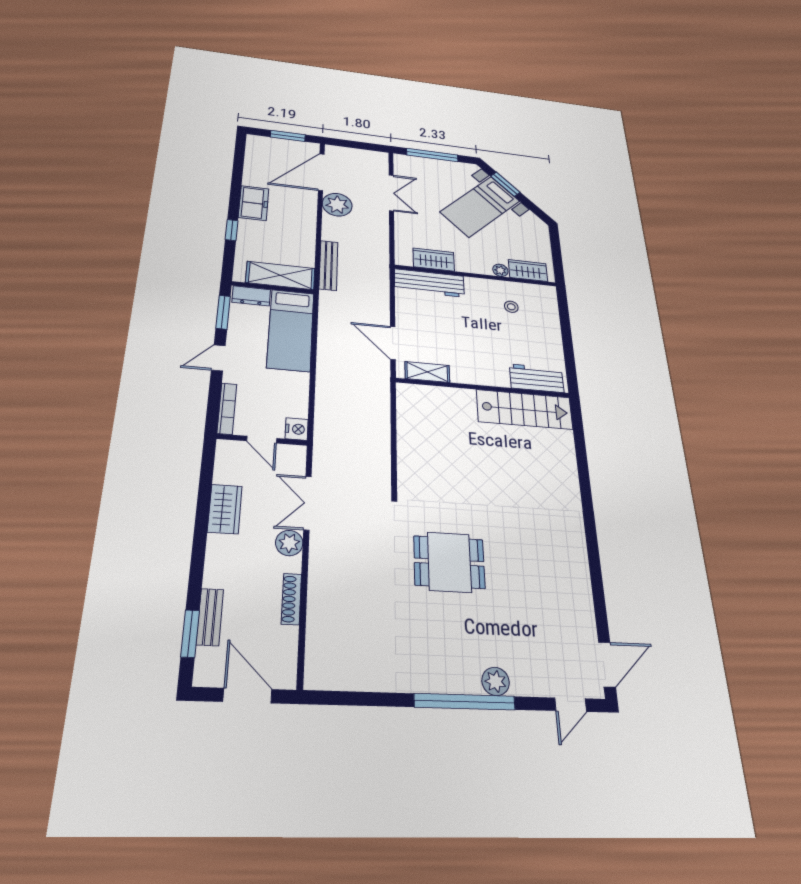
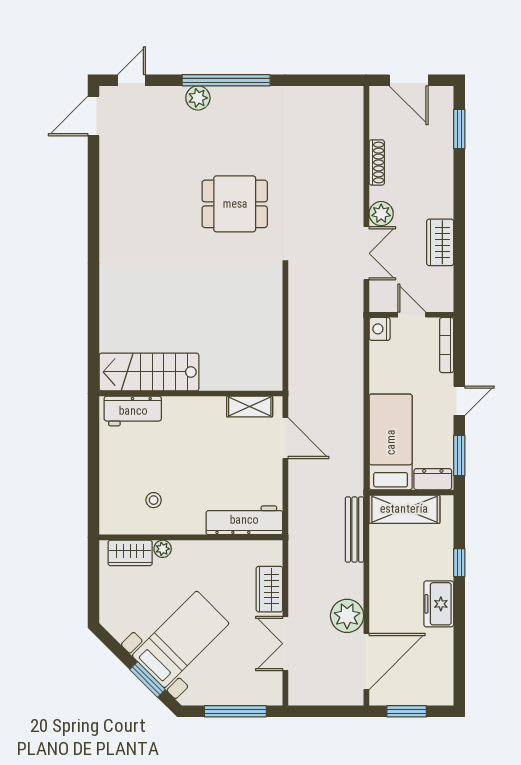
wardrobe: (434, 260) -> (269, 589), moved, turned 90
bench: (210, 617) -> (444, 144), removed

